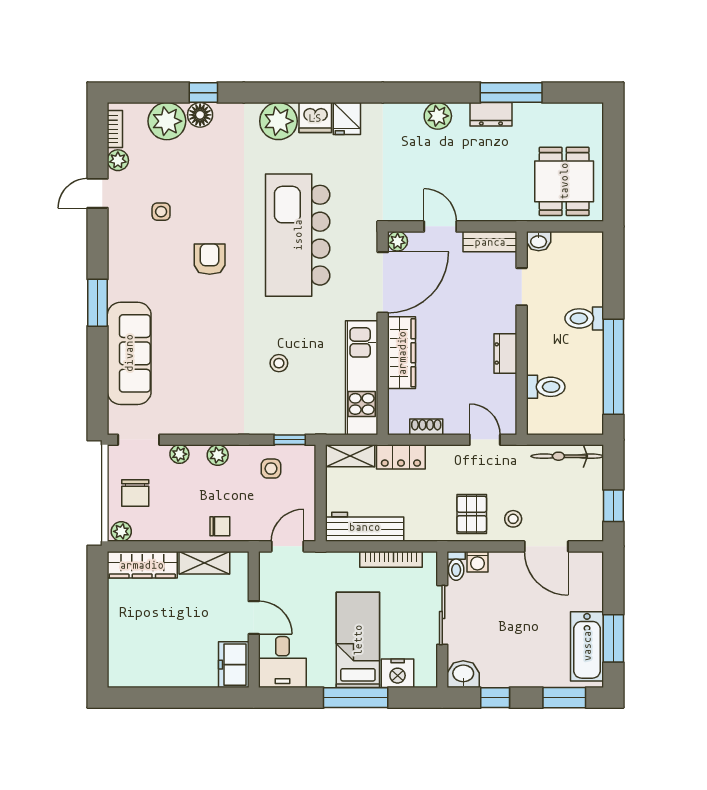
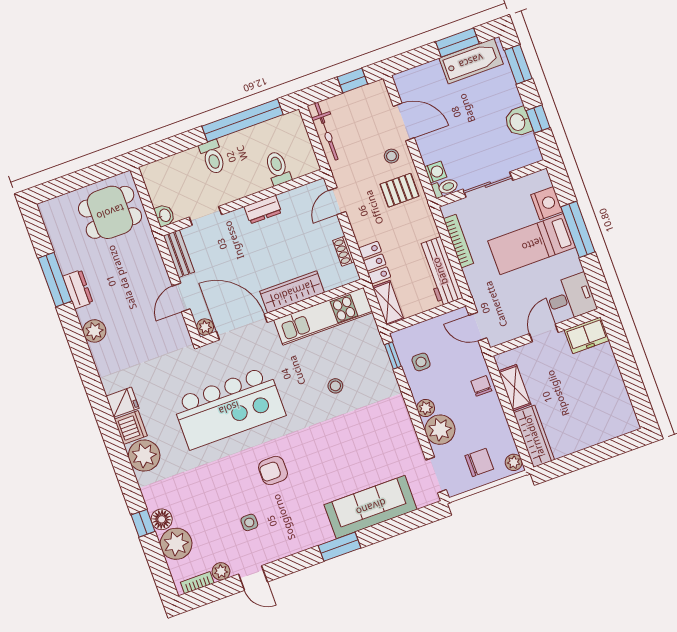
plant: (179, 454) -> (440, 430), width x1.88, depth x1.88
door: (546, 546) -> (404, 122), hinge flipped
washbasin: (463, 674) -> (518, 122), moved

